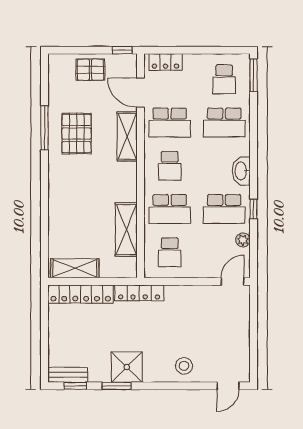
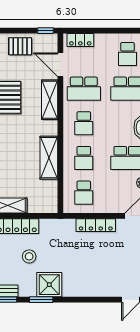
school desk: (170, 209) -> (84, 158), width x0.54
shelving: (126, 229) -> (49, 158), moved
locker: (139, 293) -> (96, 225), moved
stool: (184, 366) -> (29, 256), moved

